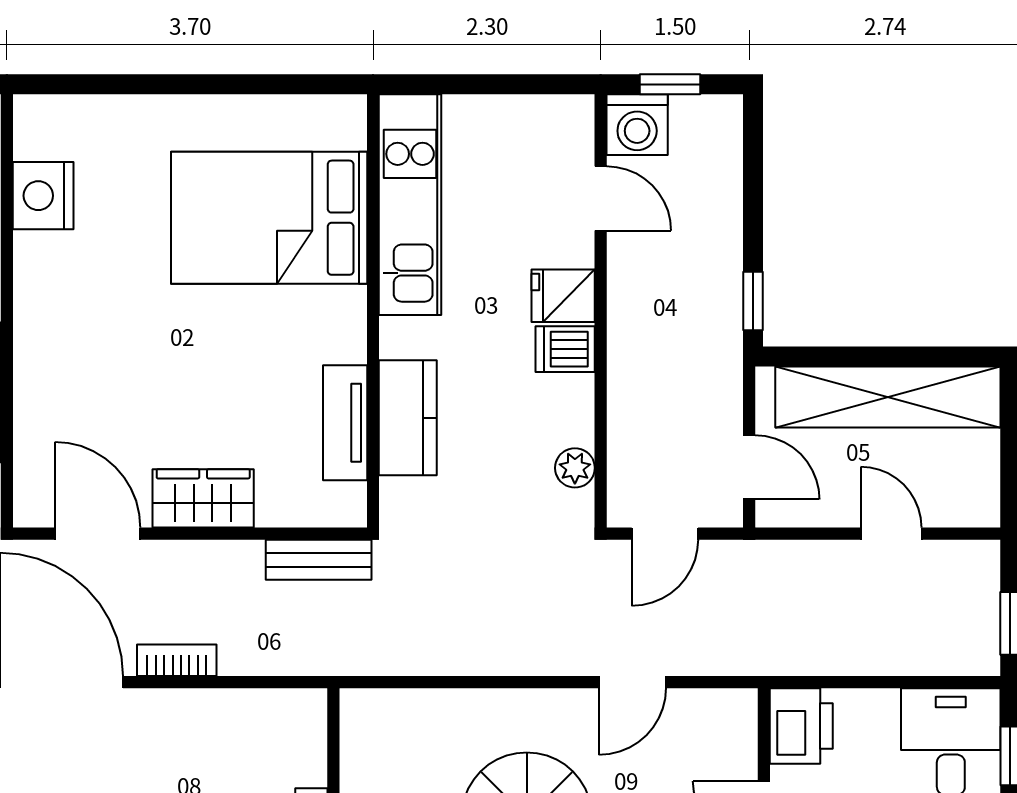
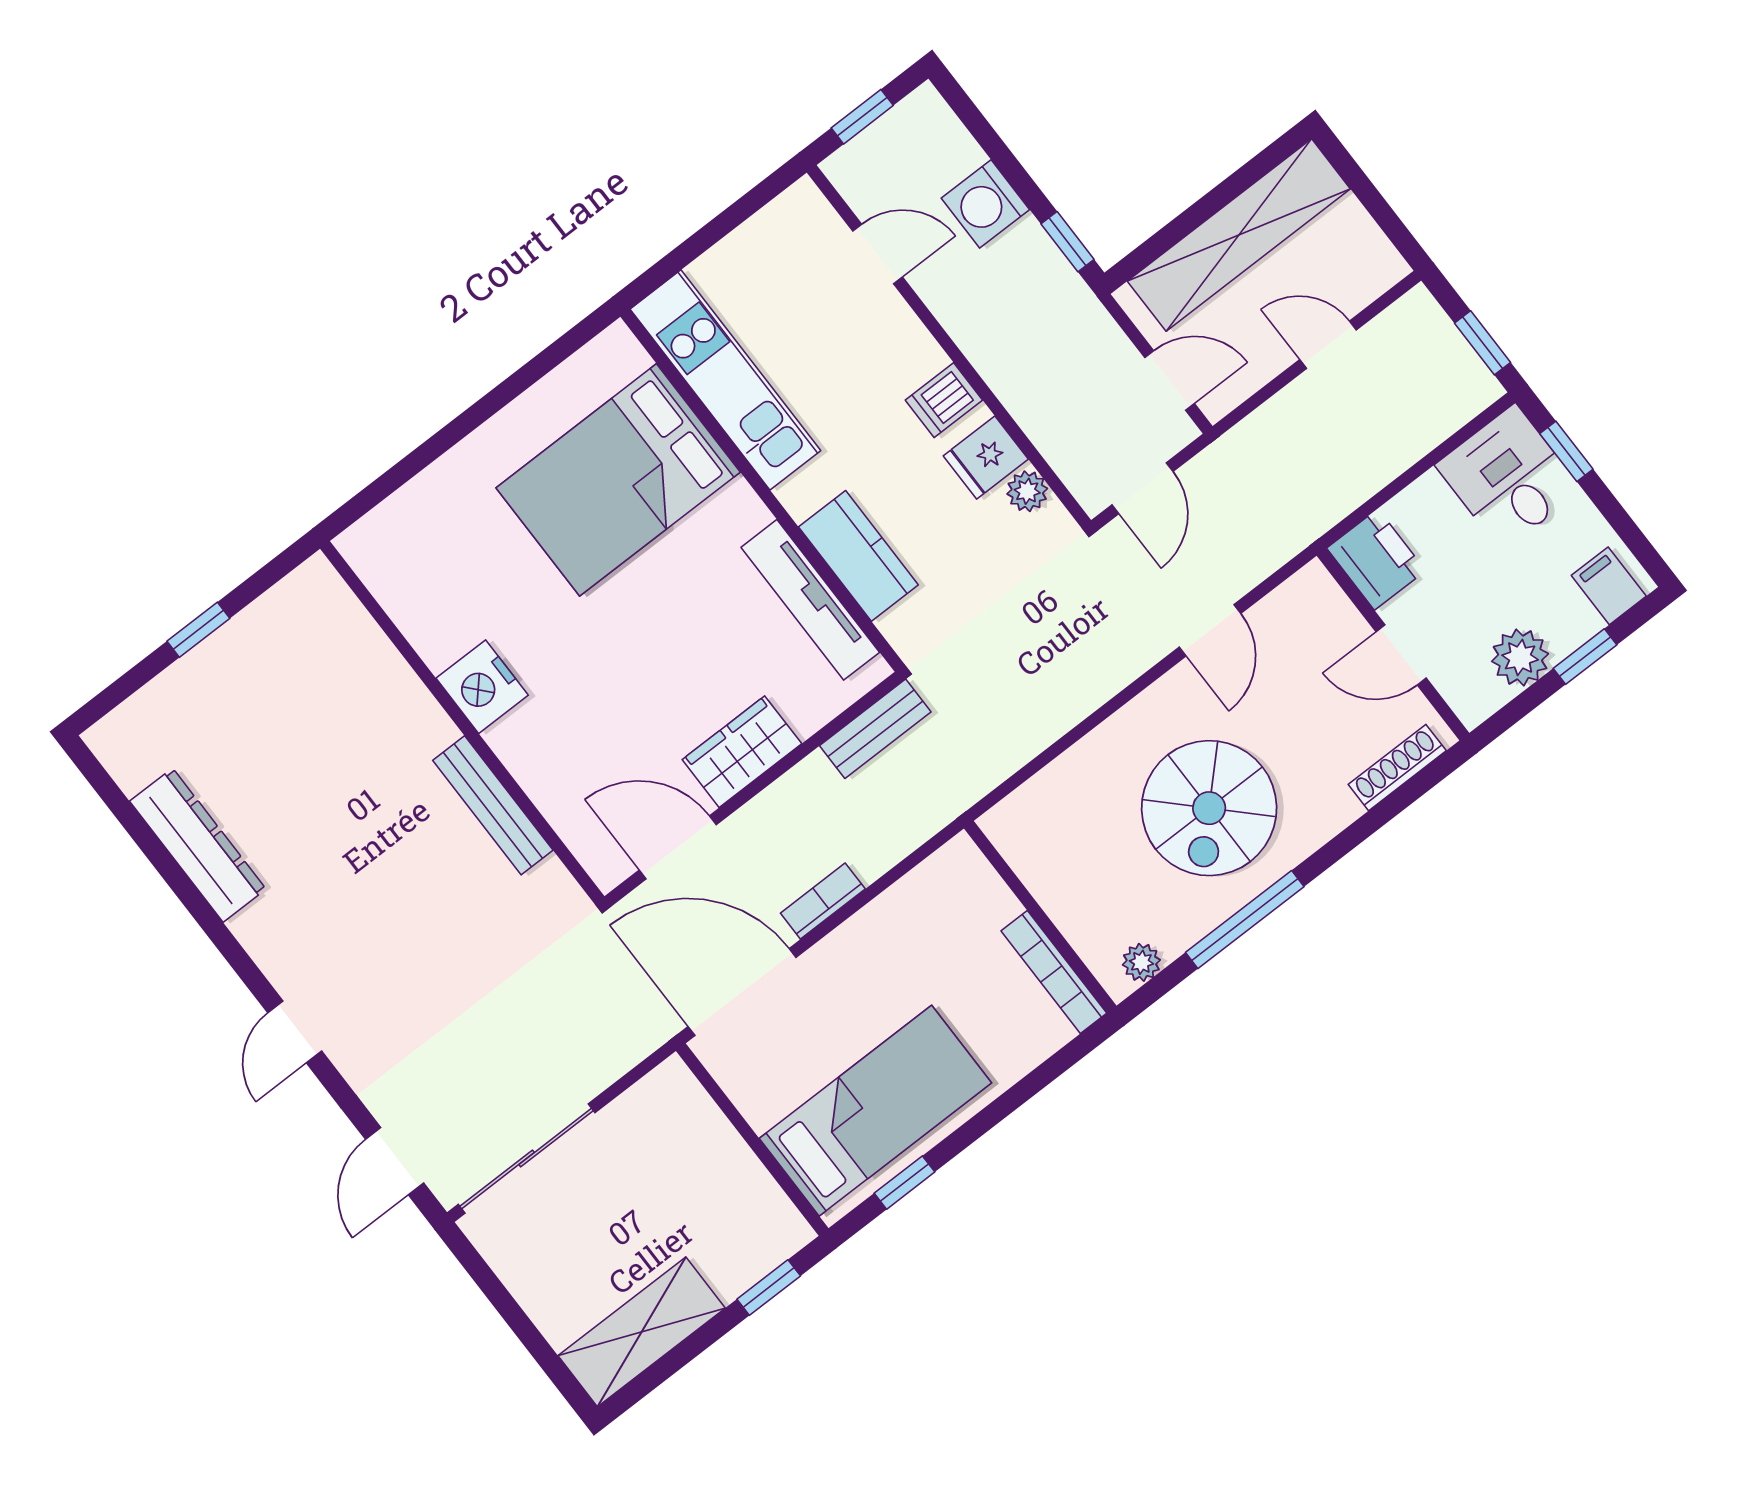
washing machine: (637, 125) -> (985, 204), moved, turned 90
nightstand: (43, 196) -> (482, 687), moved
fridge: (563, 296) -> (986, 458), moved
tv unit: (345, 423) -> (810, 600), width x1.41

